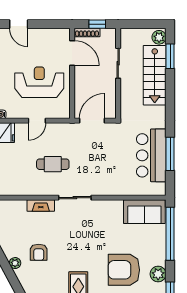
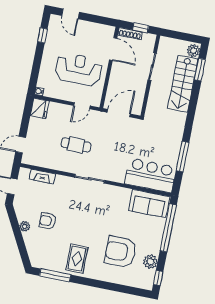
door: (37, 121) -> (82, 106), moved
bar counter: (151, 155) -> (150, 175), moved, turned 90
fireplace: (41, 206) -> (42, 177), moved
armchair: (39, 252) -> (48, 221), turned 90

